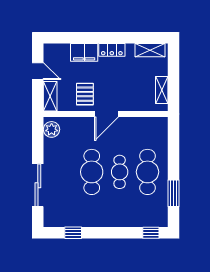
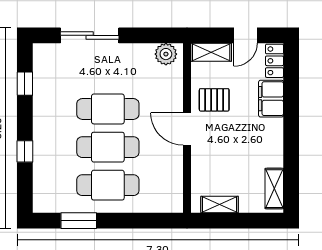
locker: (112, 50) -> (274, 61), moved
cafe table: (120, 172) -> (108, 147), width x1.37, depth x1.35
window: (151, 233) -> (25, 151), moved

